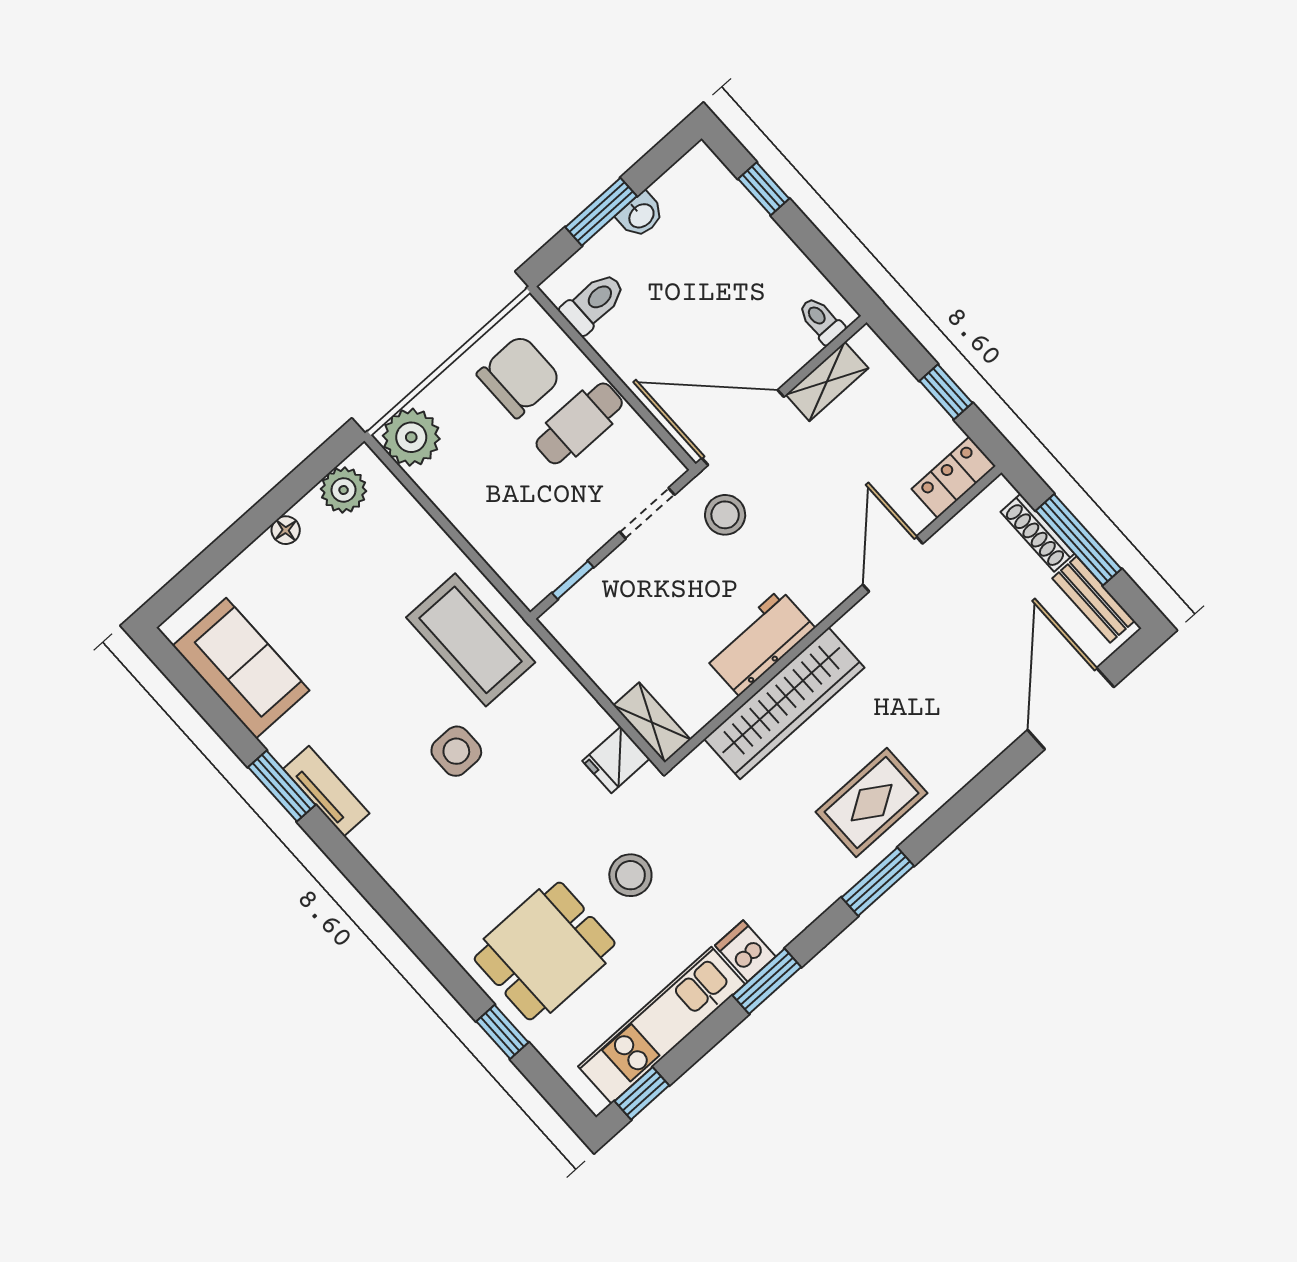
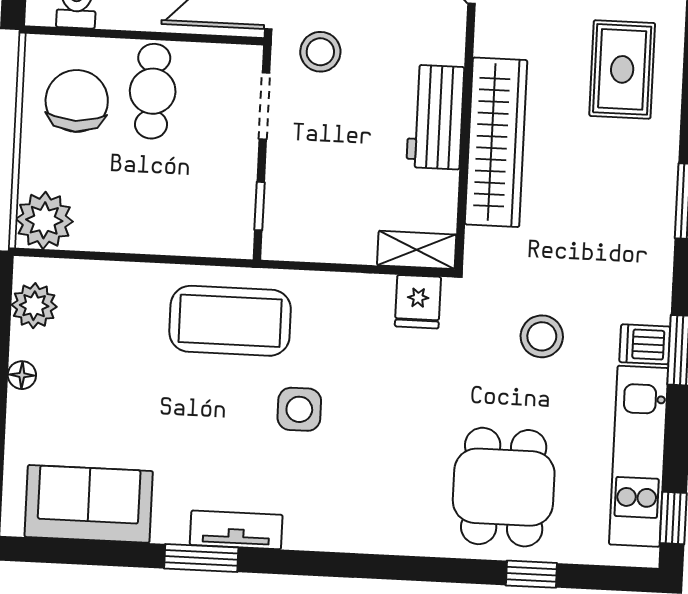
rug: (872, 803) -> (622, 69), moved
stool: (630, 875) -> (542, 336), moved

